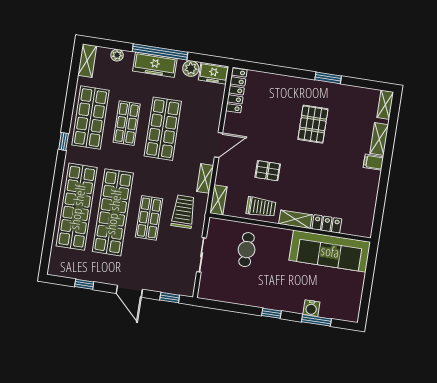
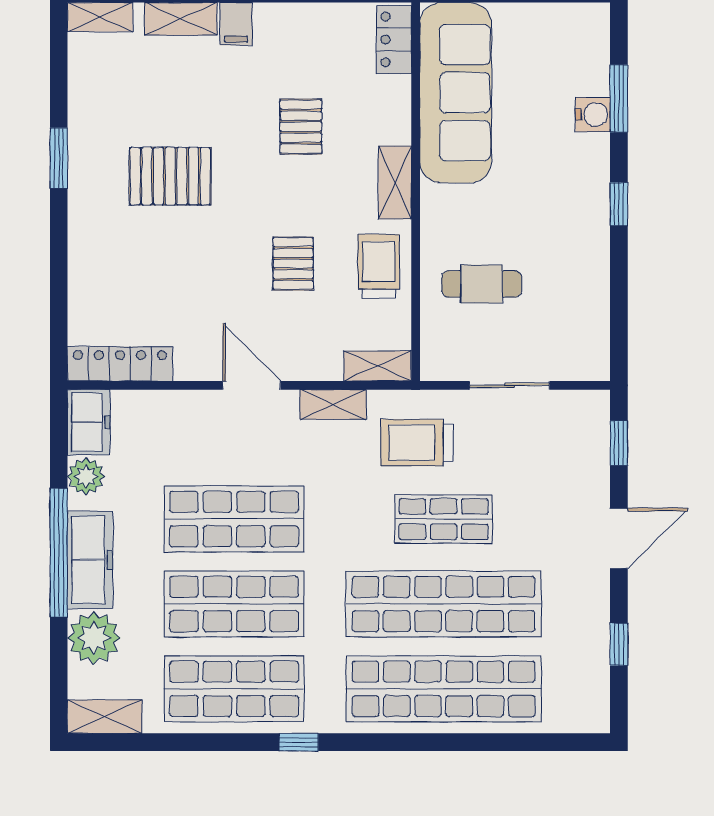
plant: (117, 55) -> (94, 638), width x1.87, depth x1.87
shop shelf: (127, 123) -> (234, 604), width x1.43, depth x1.36
pallet: (325, 183) -> (301, 127), added
locker: (327, 224) -> (394, 40), moved

